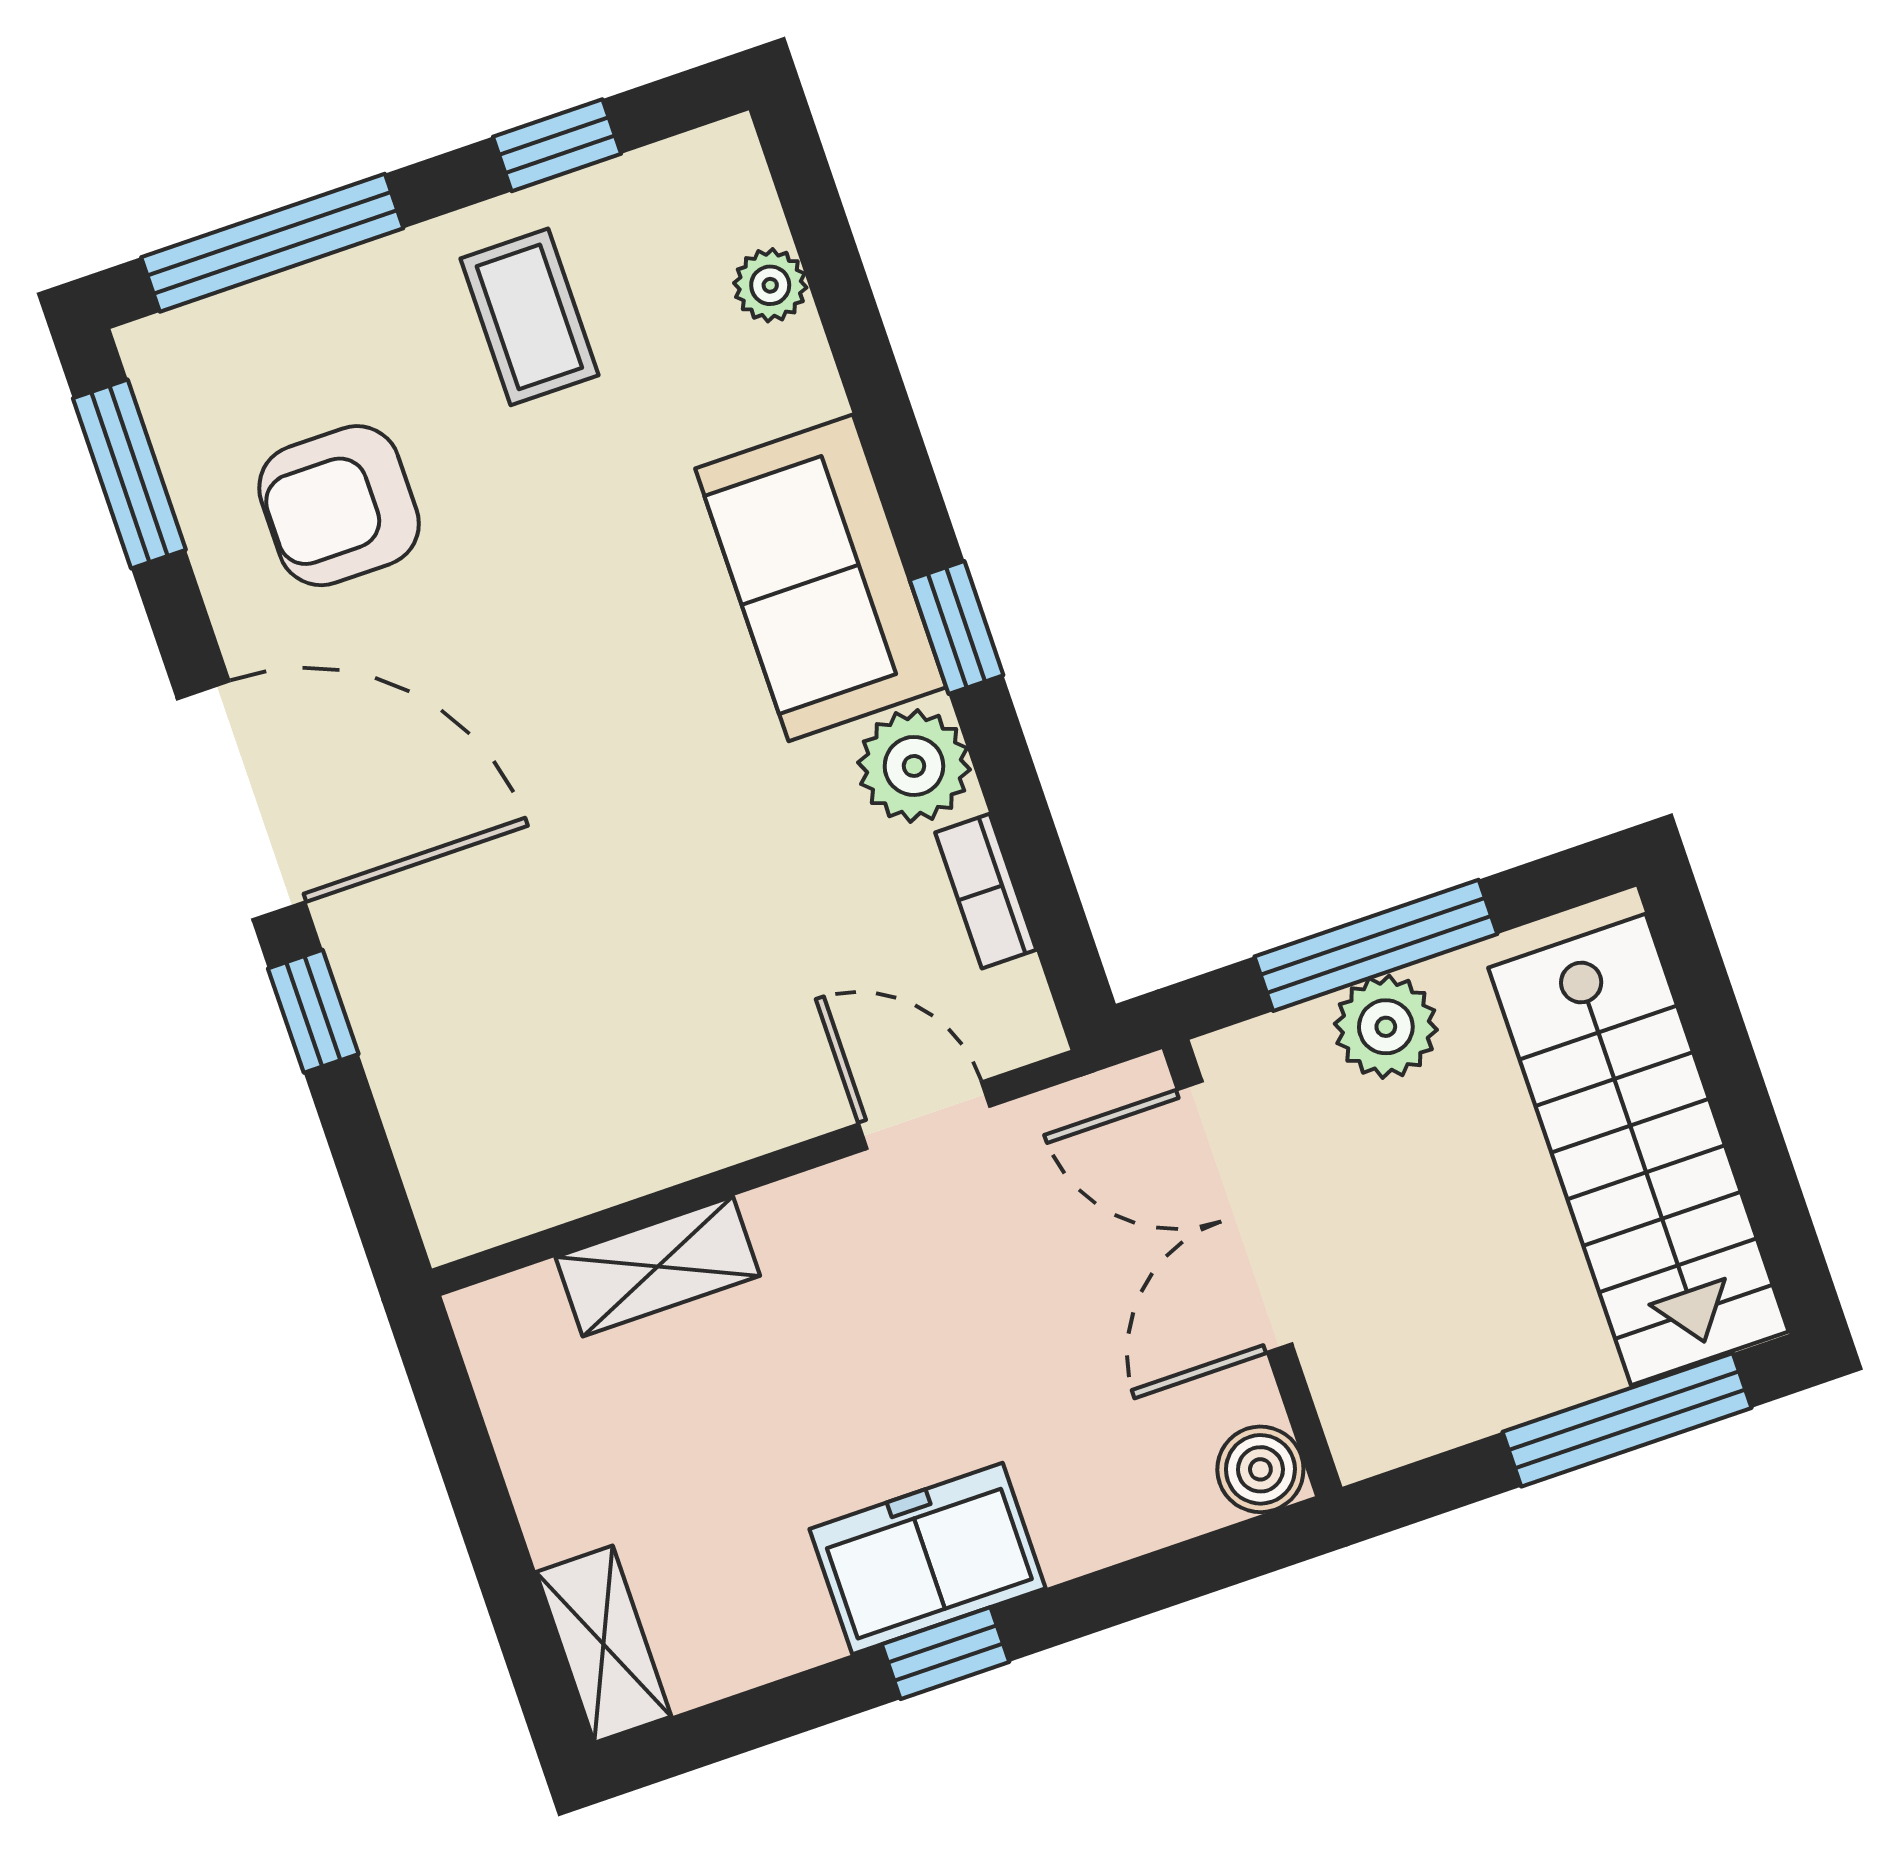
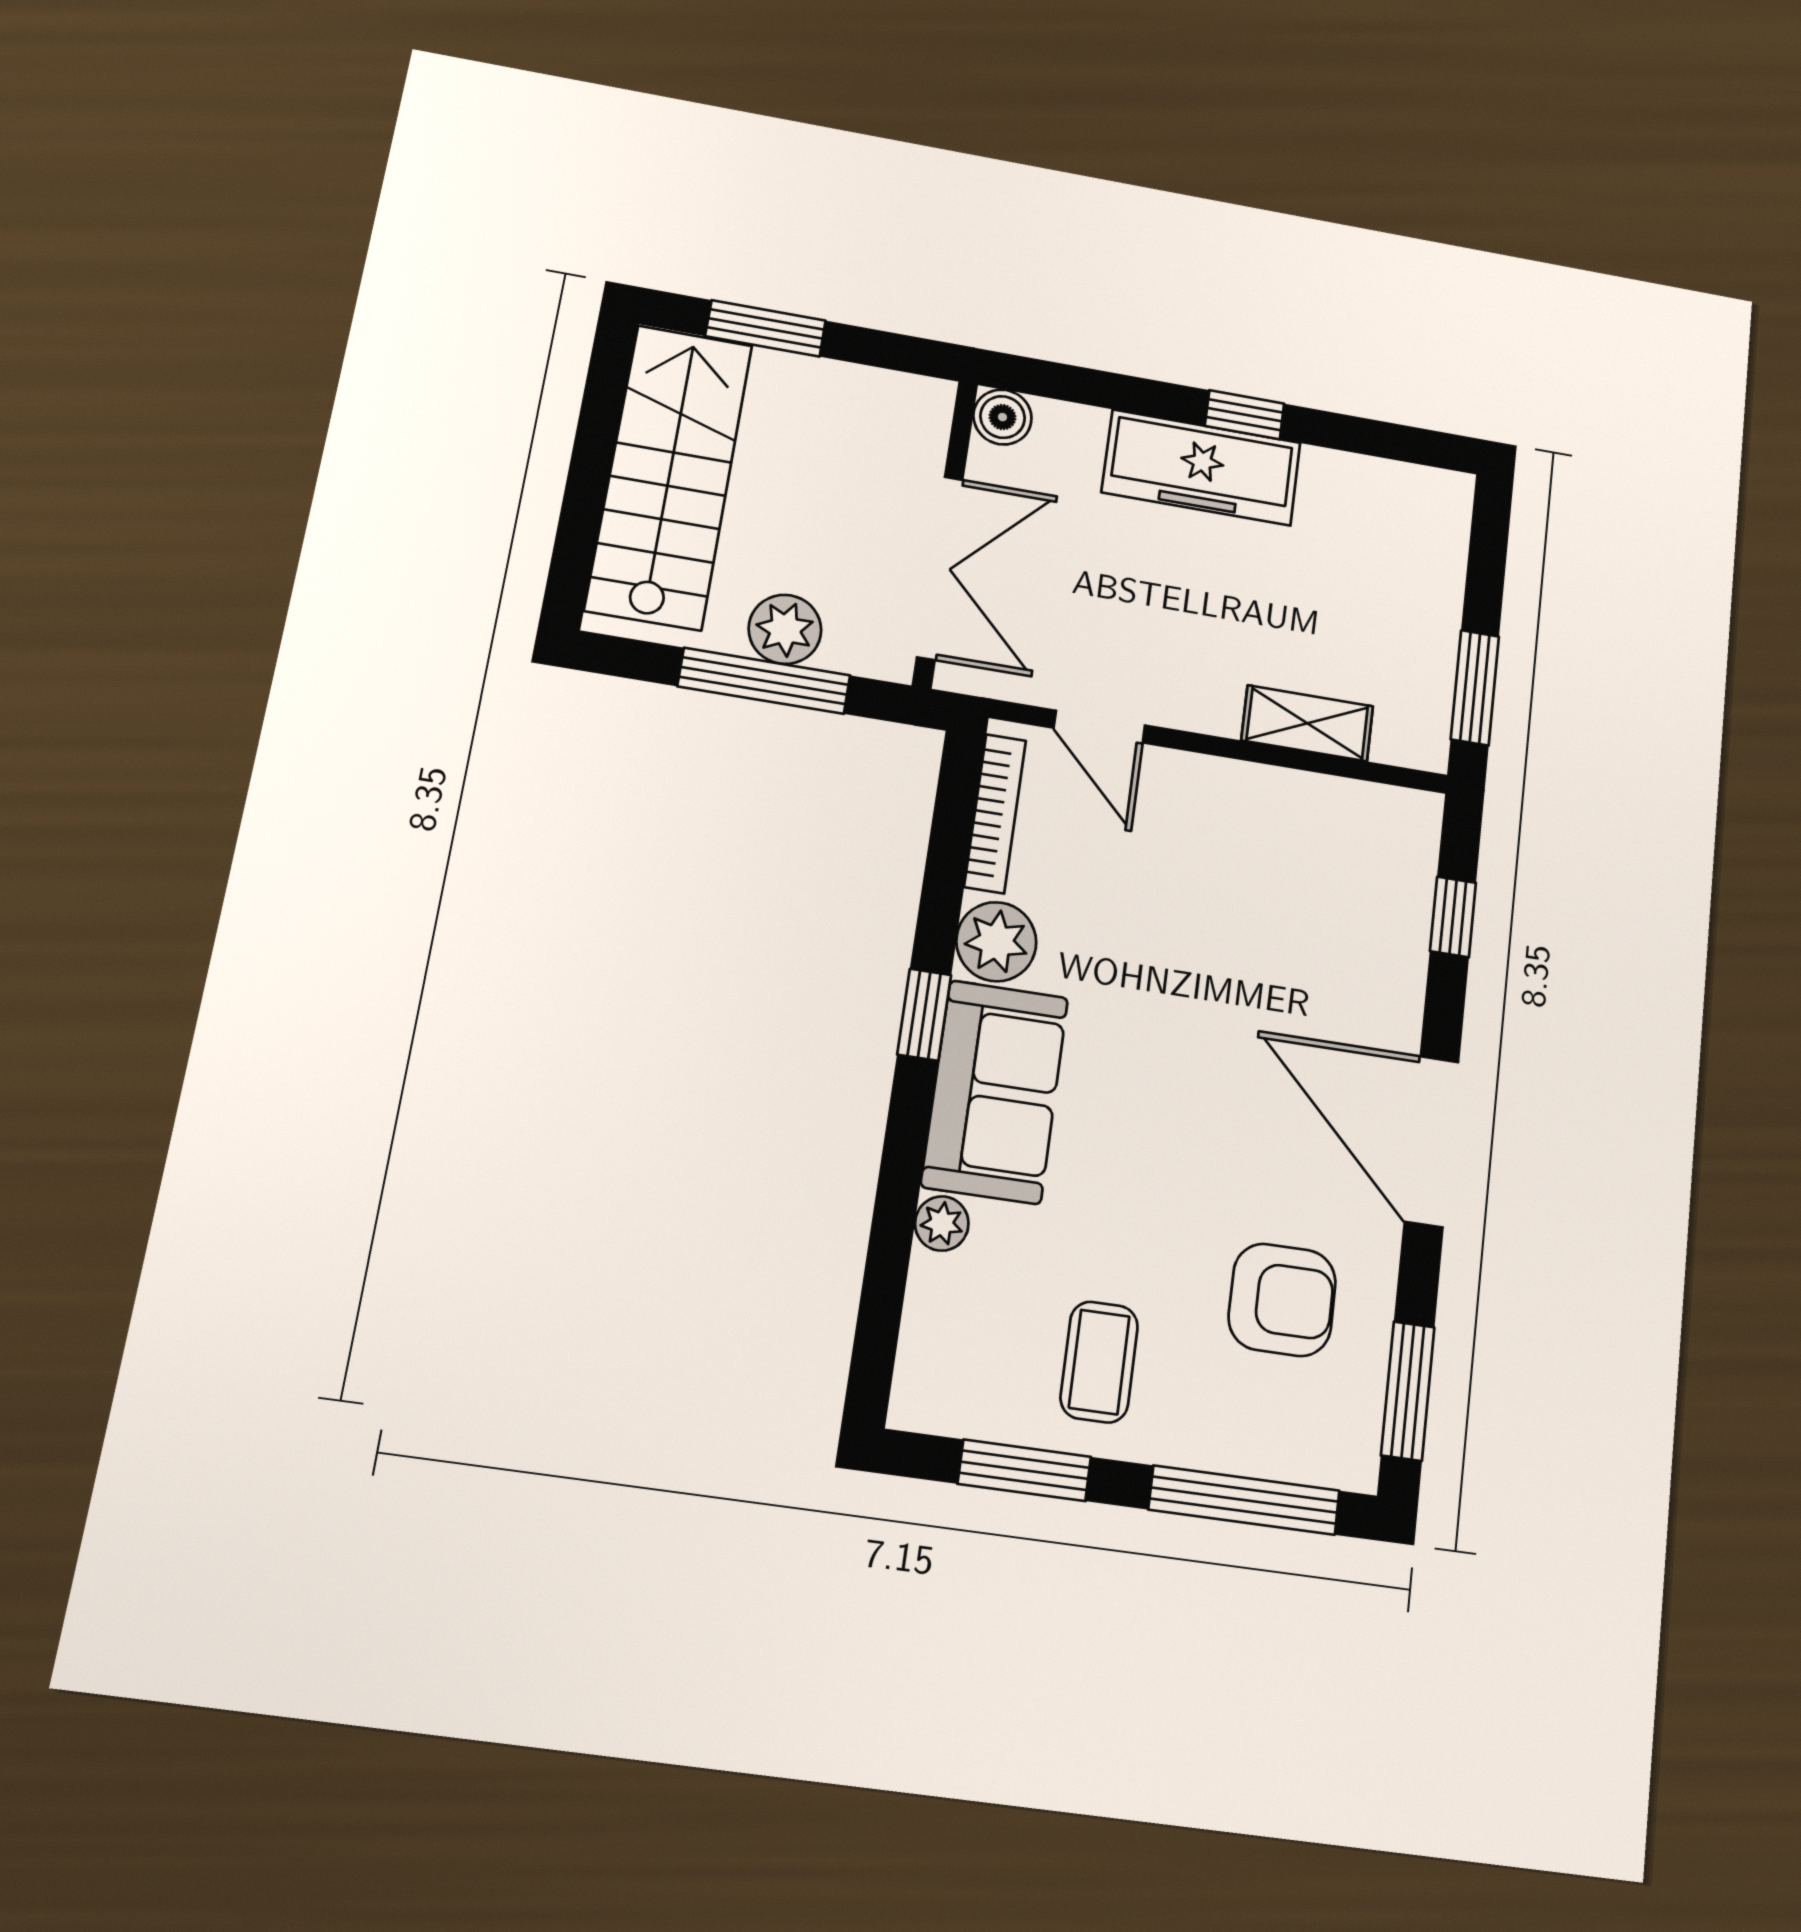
window: (557, 145) -> (1024, 1470), width x1.50
plant: (770, 285) -> (942, 1224), moved
bookcase: (986, 891) -> (995, 813), width x1.56
window: (313, 1011) -> (1453, 917), moved
window: (1627, 1420) -> (766, 328), width x0.69
window: (459, 1437) -> (1475, 688), added
freezer: (928, 1559) -> (1201, 467), width x1.40
shelving: (604, 1644) -> (1445, 526), removed

